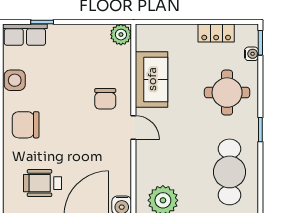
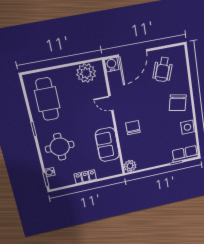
locker: (216, 33) -> (85, 177), moved
chair: (26, 125) -> (178, 103), turned 102
door: (133, 127) -> (111, 103), moved
wheelchair: (43, 183) -> (163, 69), turned 109

